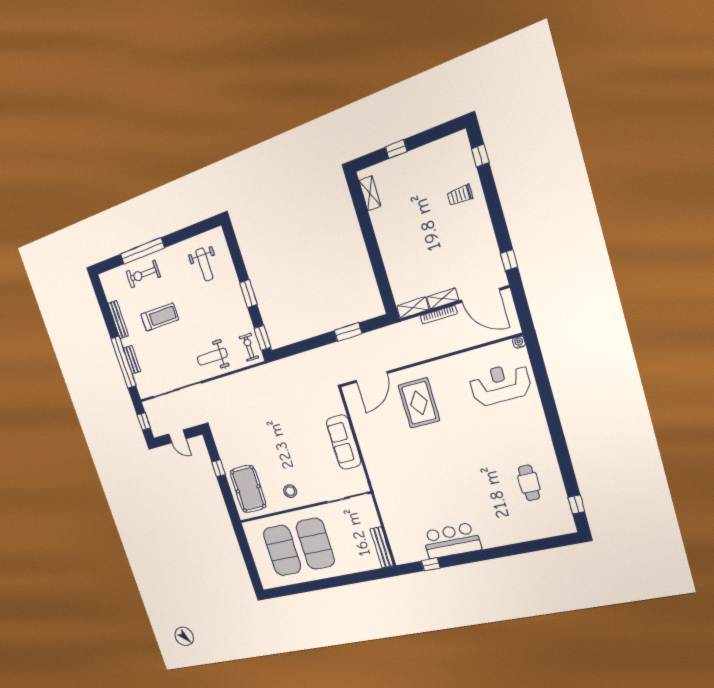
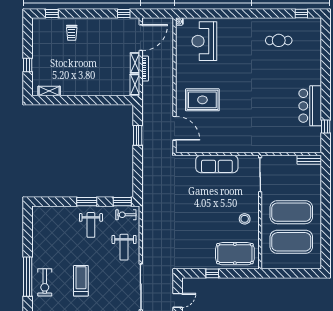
weight bench: (204, 265) -> (91, 225), moved, turned 90
bench: (382, 547) -> (309, 160), width x0.73

